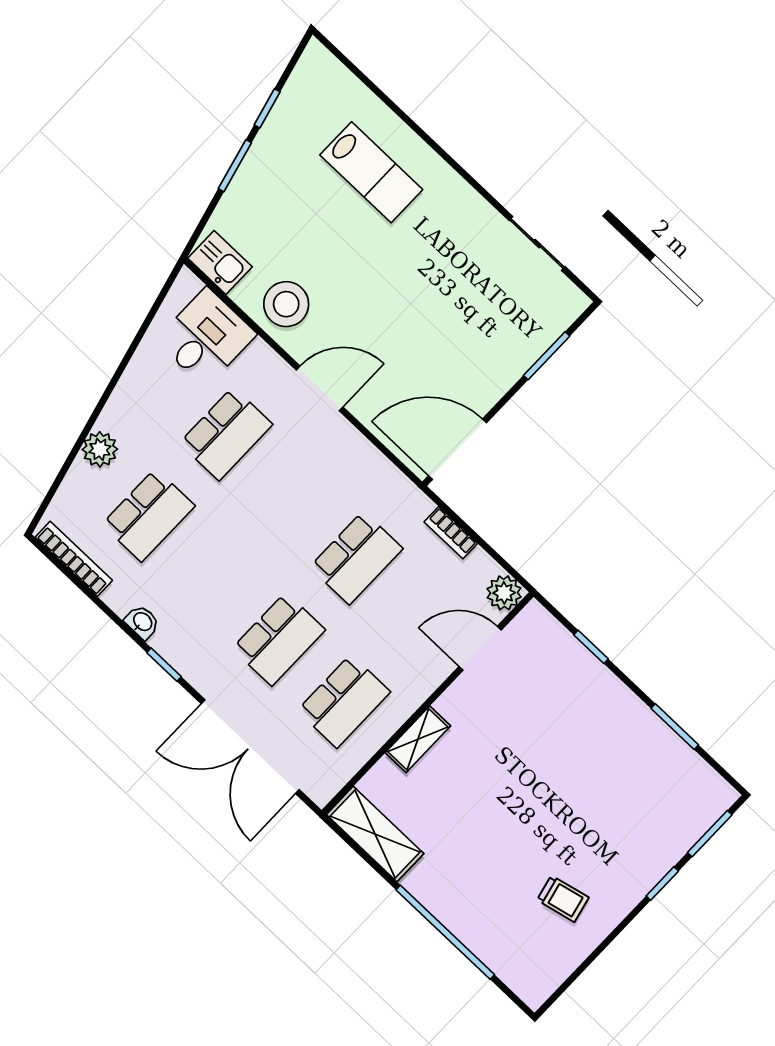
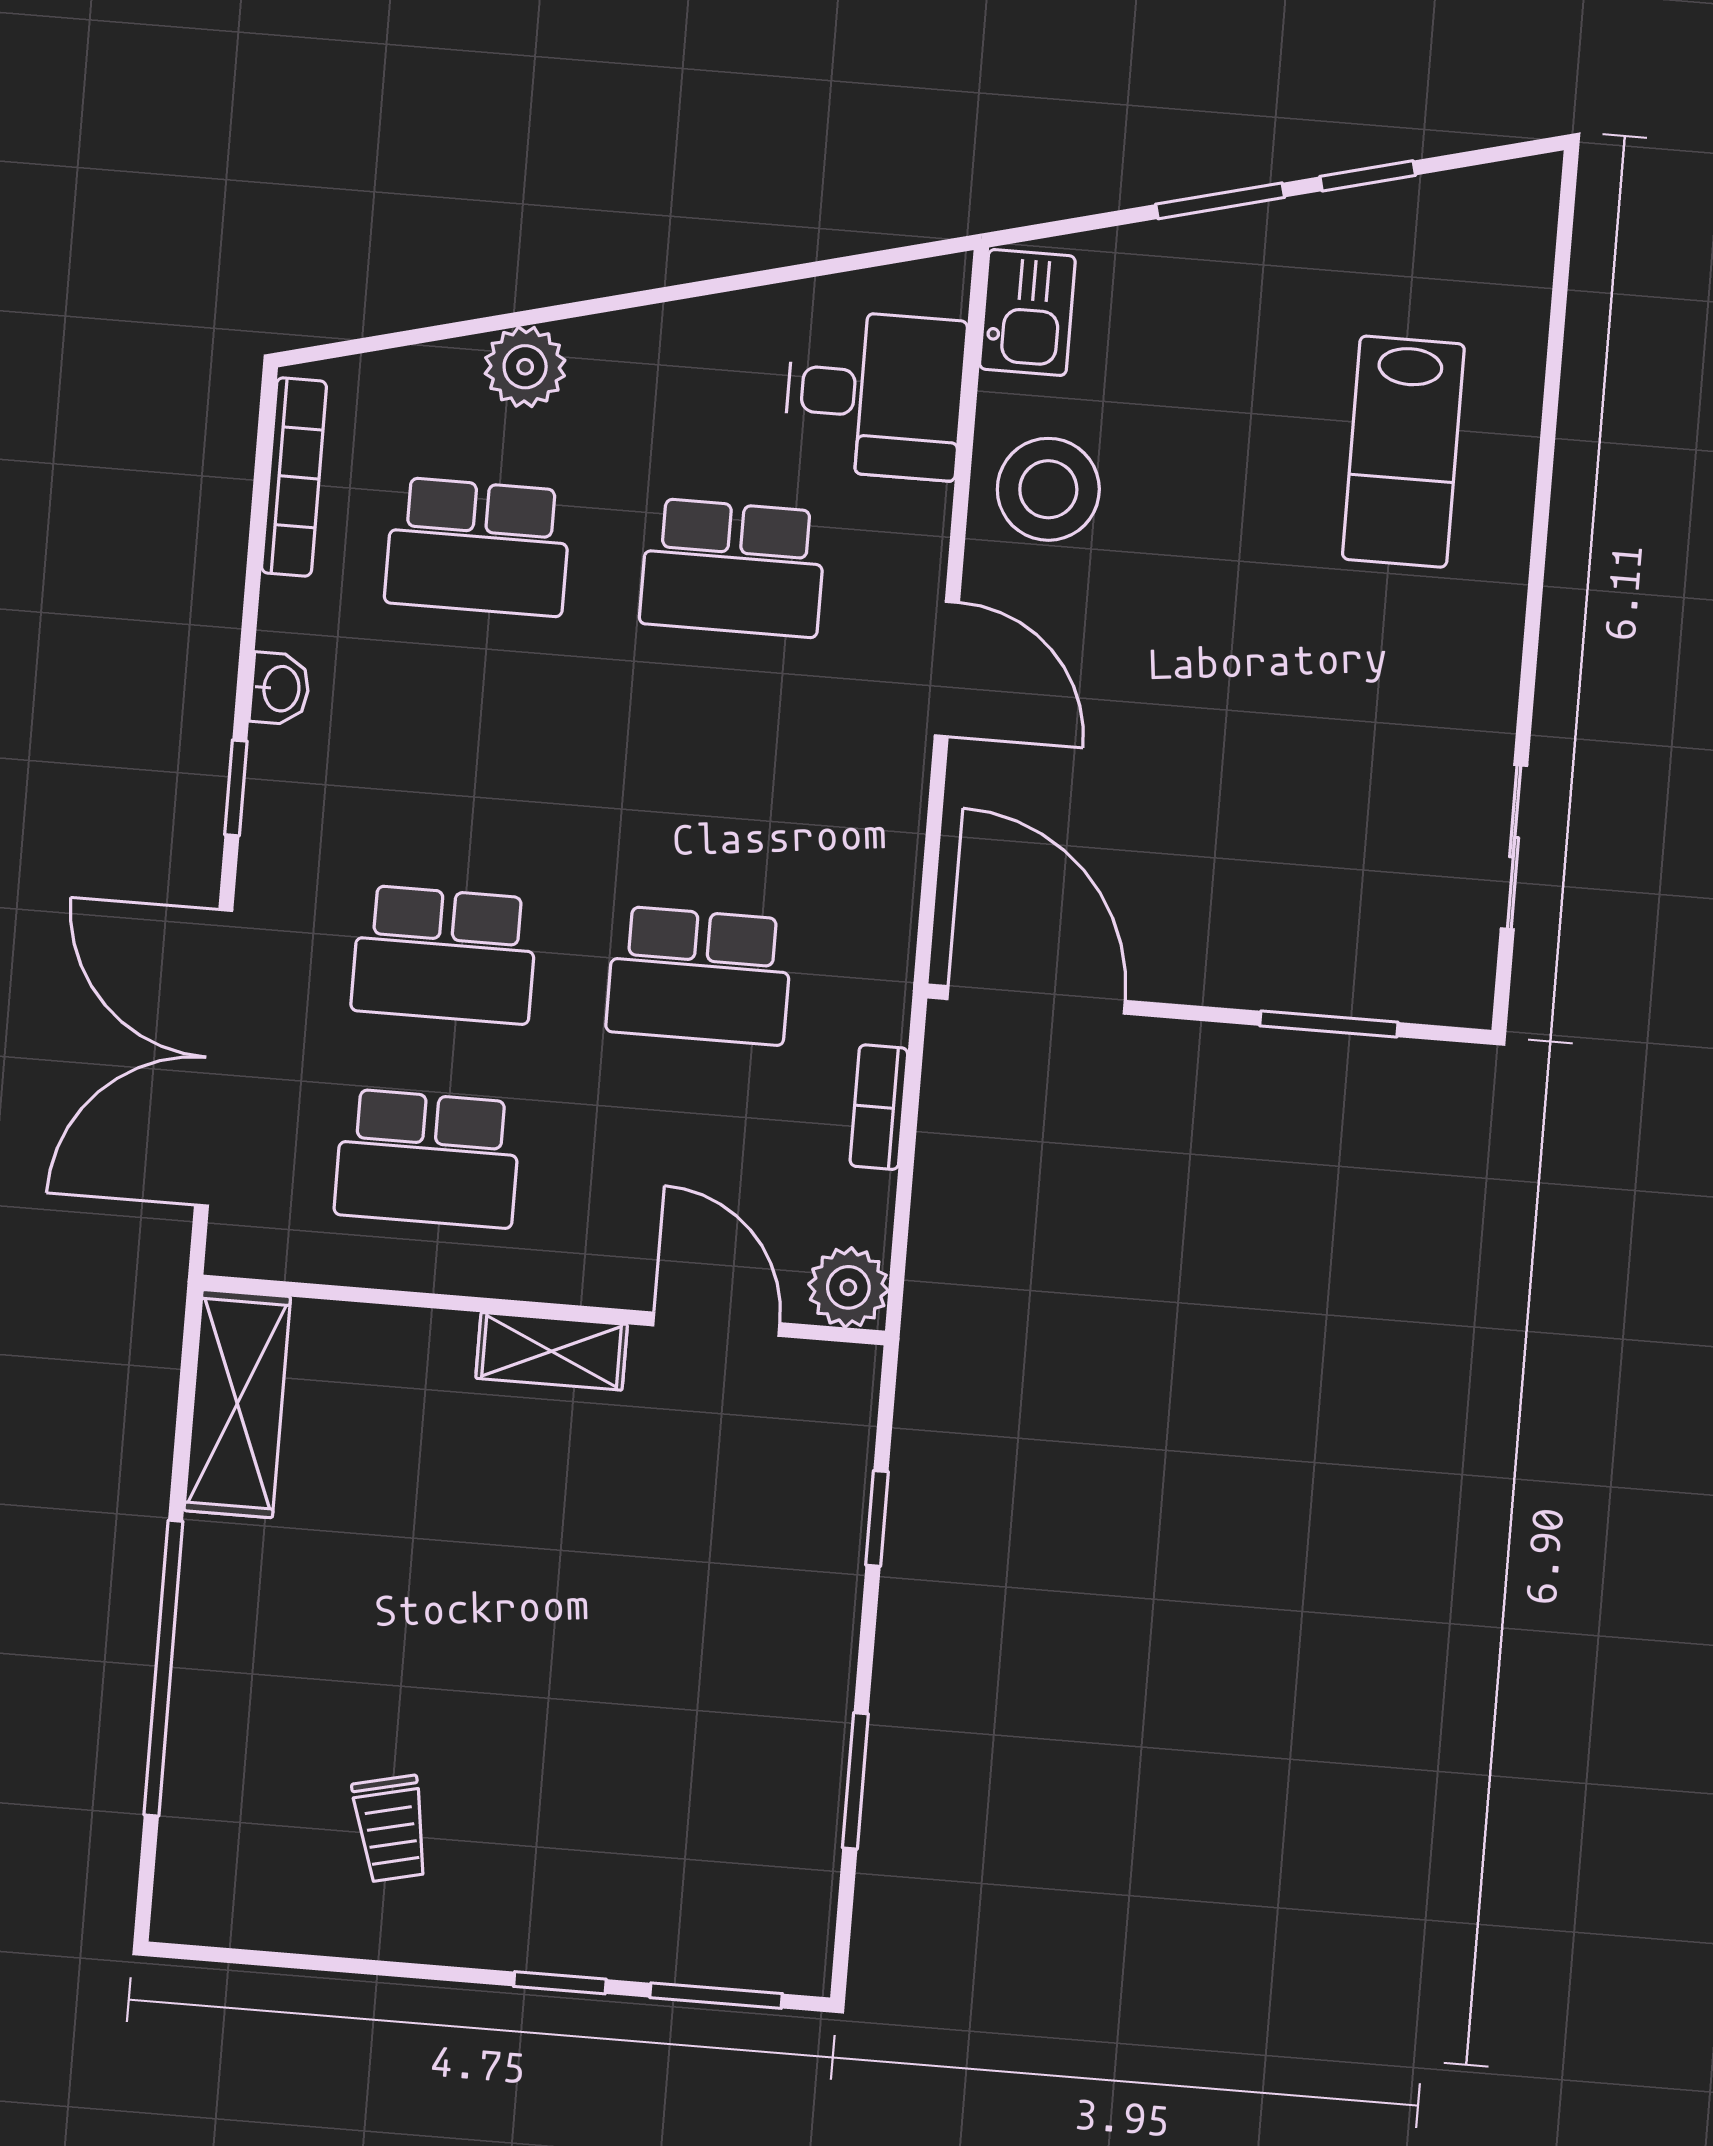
shelving: (418, 739) -> (552, 1351), moved

